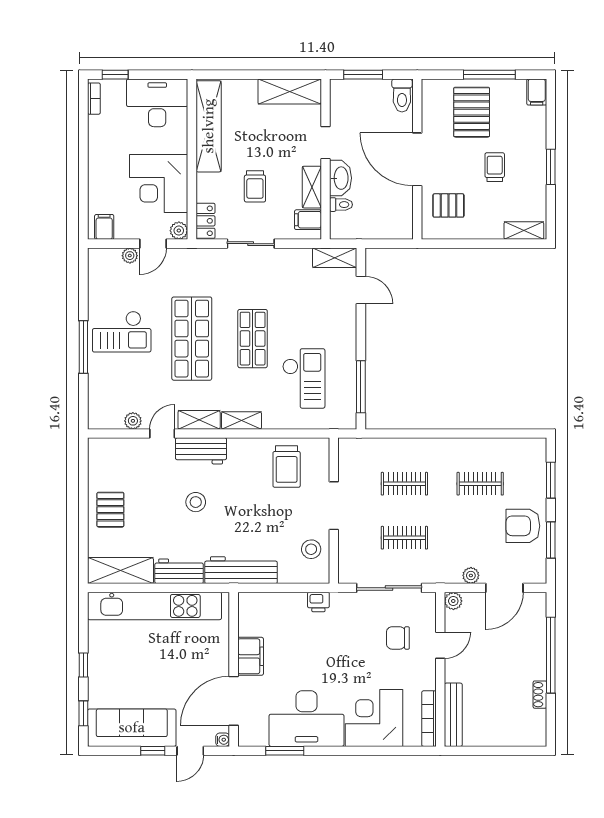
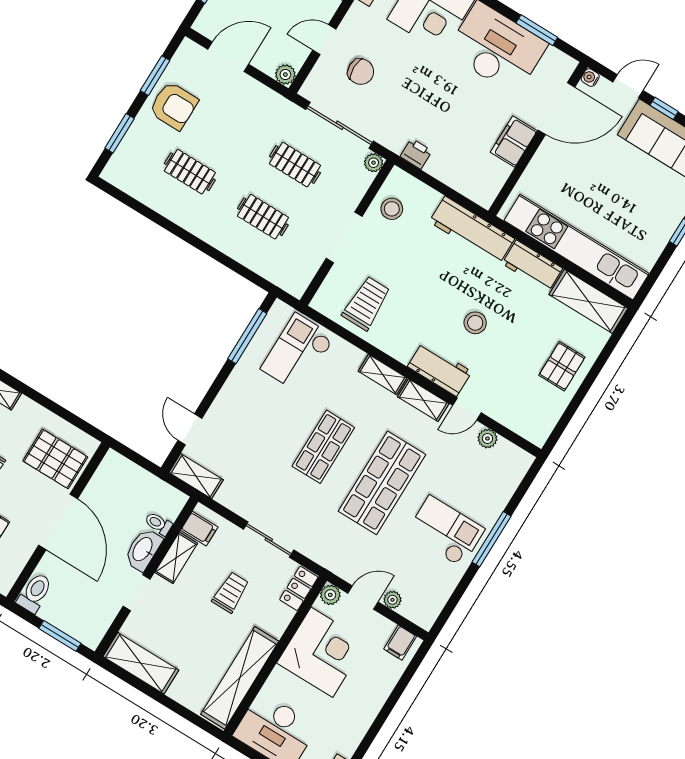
pallet: (448, 205) -> (55, 459), width x1.50, depth x1.42
checkout: (304, 378) -> (298, 353), moved
plant: (471, 575) -> (374, 163), moved

